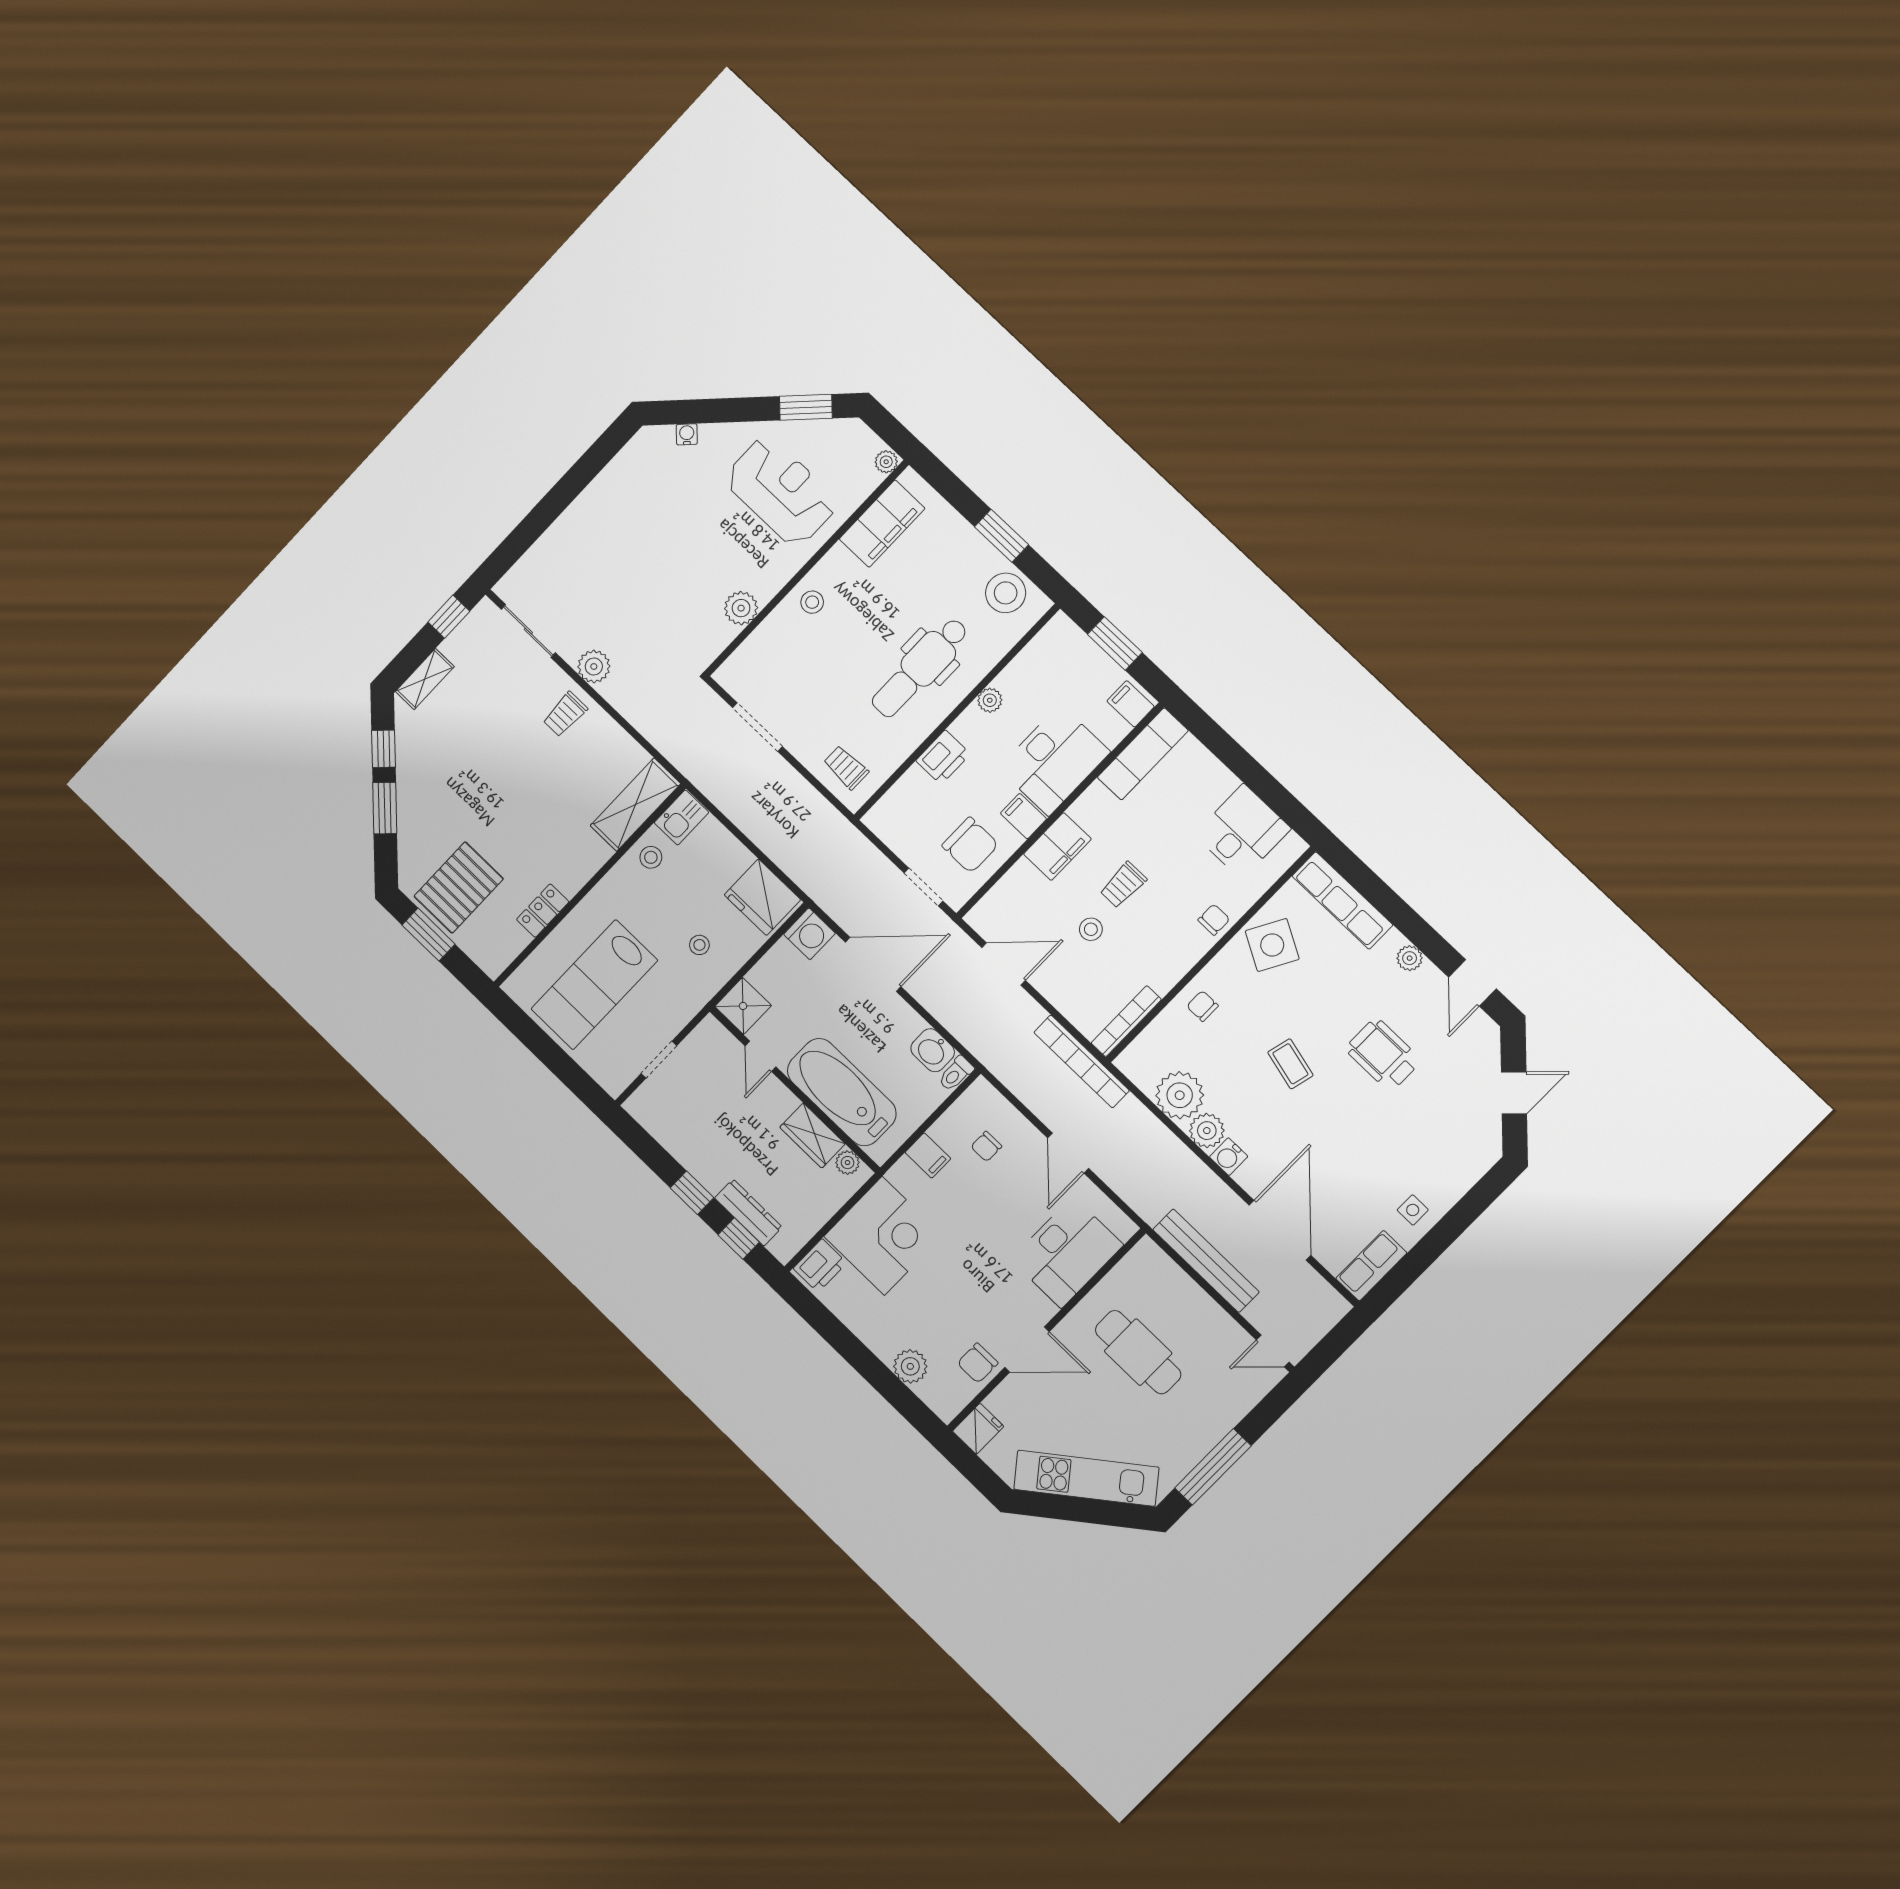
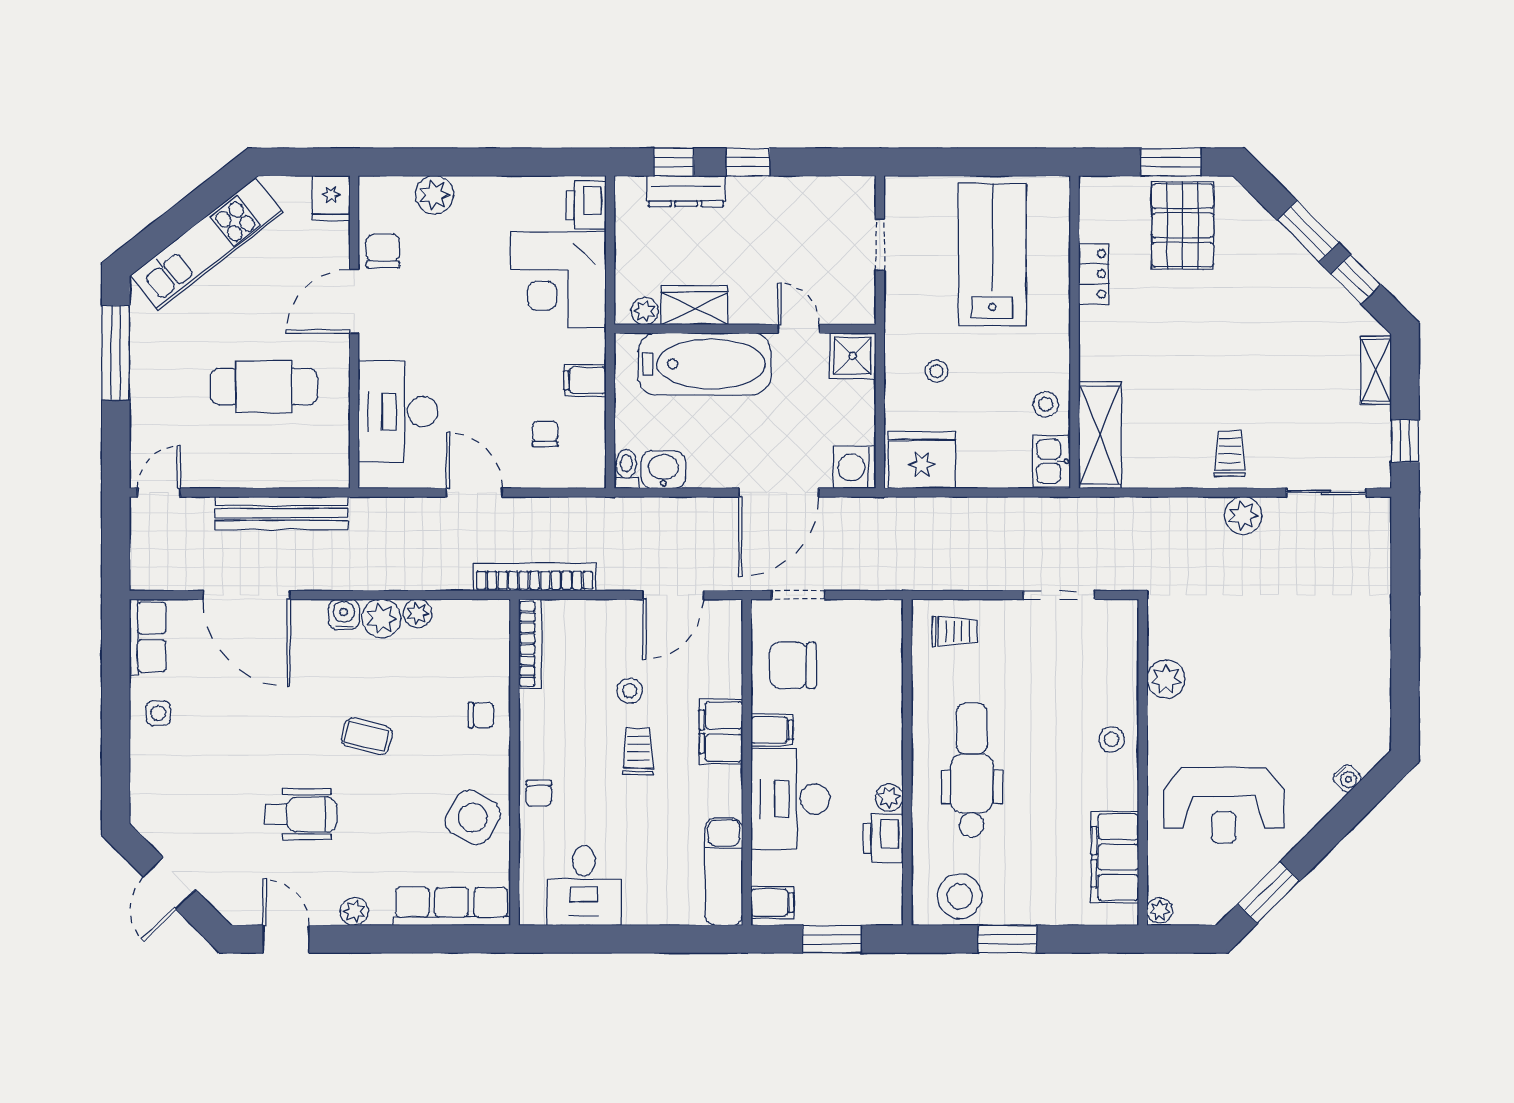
printer: (943, 757) -> (883, 838), moved
plant: (1180, 1095) -> (418, 613), width x0.53, depth x0.53

